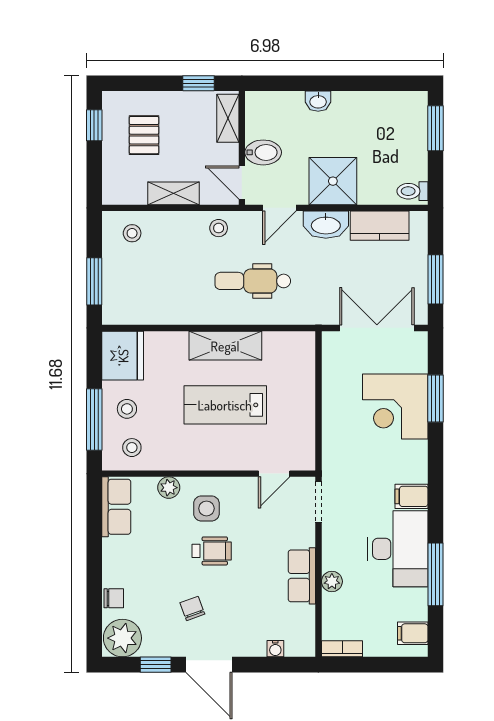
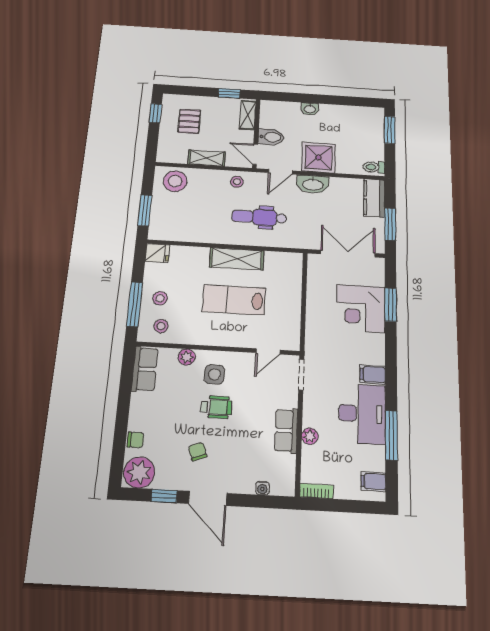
kitchen counter: (380, 226) -> (374, 198), moved, turned 90
stool: (132, 233) -> (175, 181), width x1.89, depth x1.89
fridge: (123, 356) -> (157, 253), width x0.53, depth x0.75

